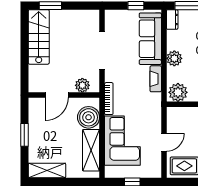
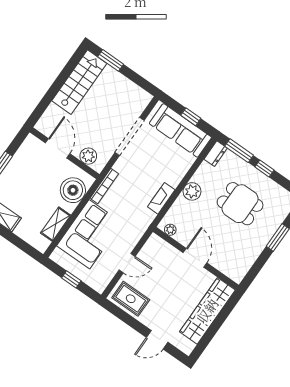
sofa: (150, 39) -> (180, 130), moved, turned -90
plant: (178, 92) -> (170, 230), width x0.53, depth x0.53
door: (57, 95) -> (58, 148), swing flipped
shelving: (91, 150) -> (56, 224), width x0.67, depth x0.75

